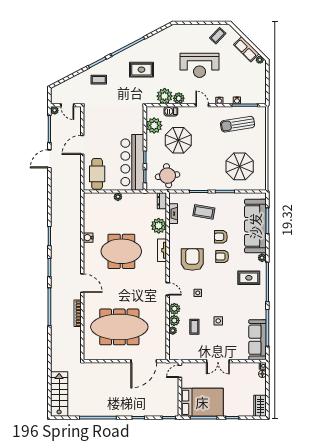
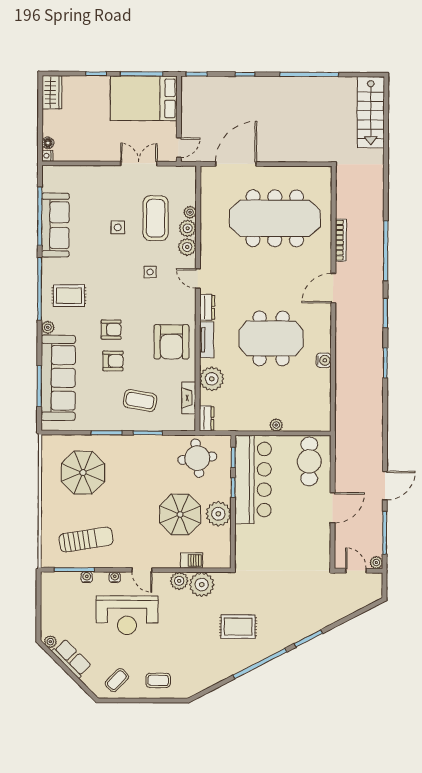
reception desk: (200, 65) -> (127, 615), moved, turned 180
coffee table: (99, 80) -> (158, 680), moved
plant: (154, 125) -> (218, 514), moved
armchair: (192, 260) -> (171, 342), moved
dresser: (162, 271) -> (207, 307), added
door: (82, 283) -> (333, 288), hinge flipped
coffee table: (194, 327) -> (156, 218), width x1.86, depth x1.72
sofa: (258, 340) -> (55, 225), moved
double door: (218, 361) -> (139, 164), moved

